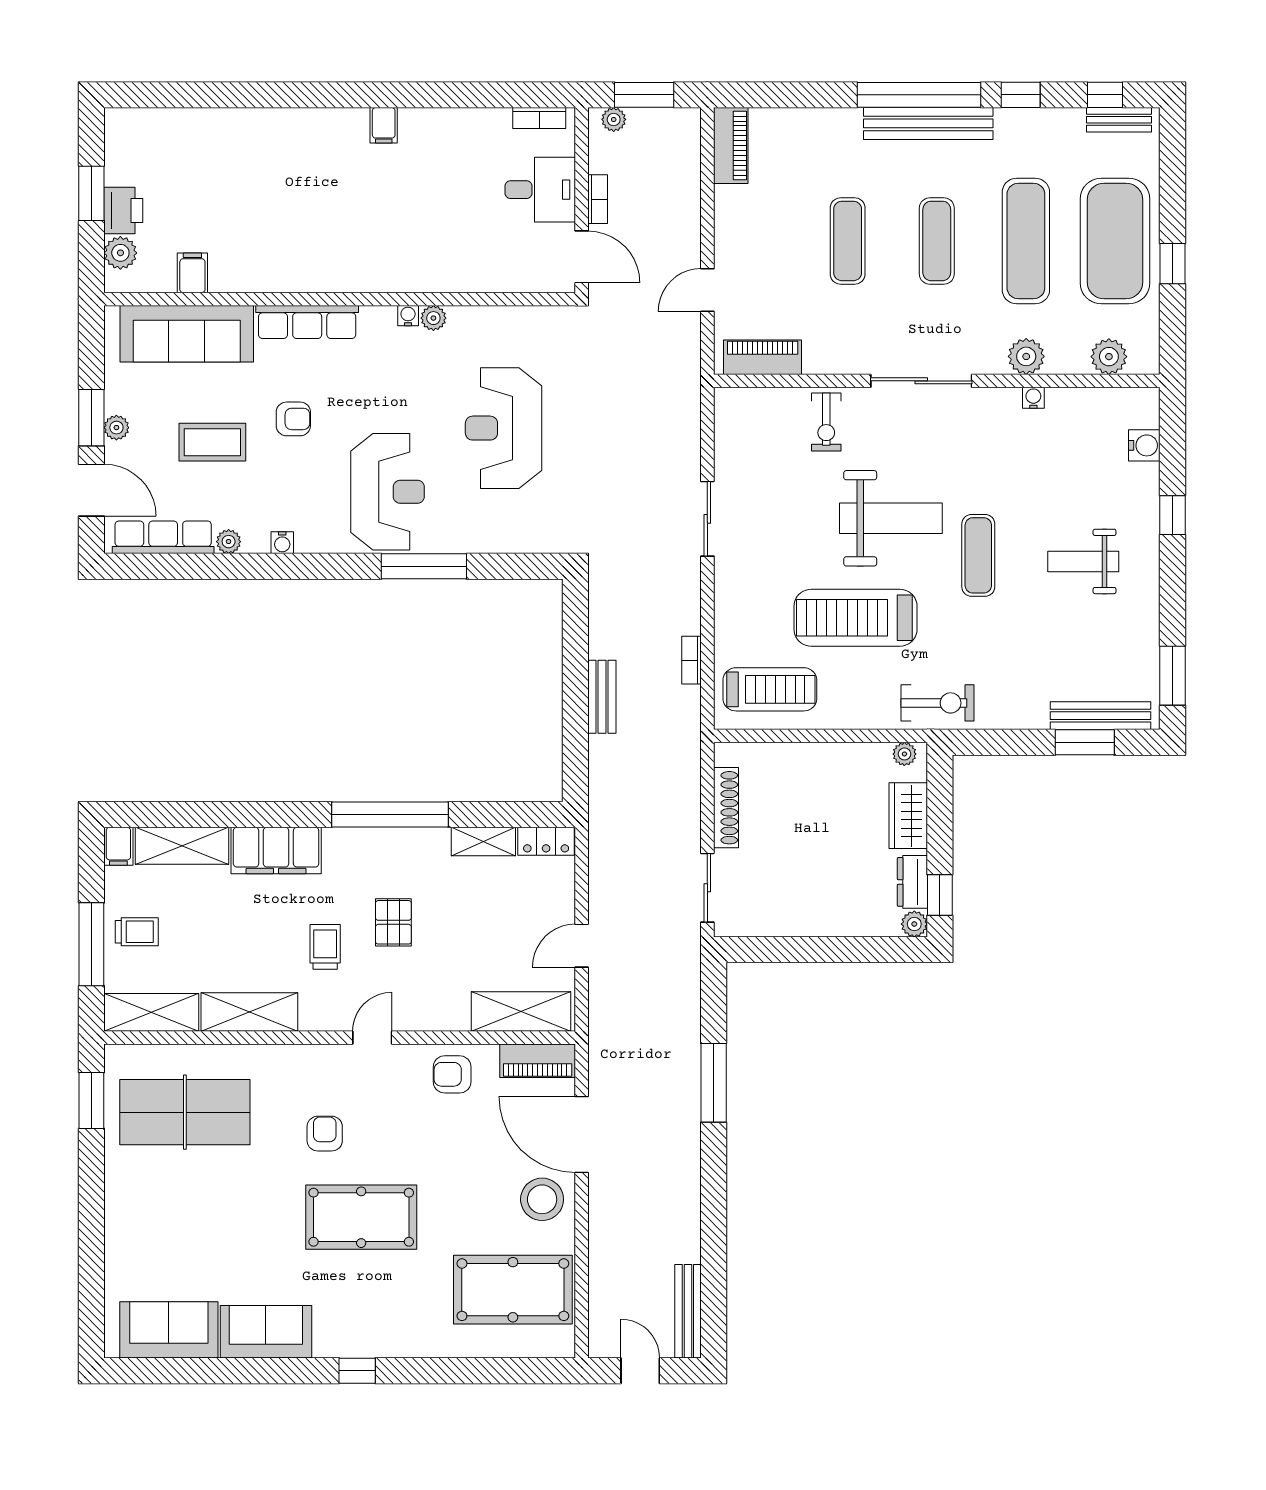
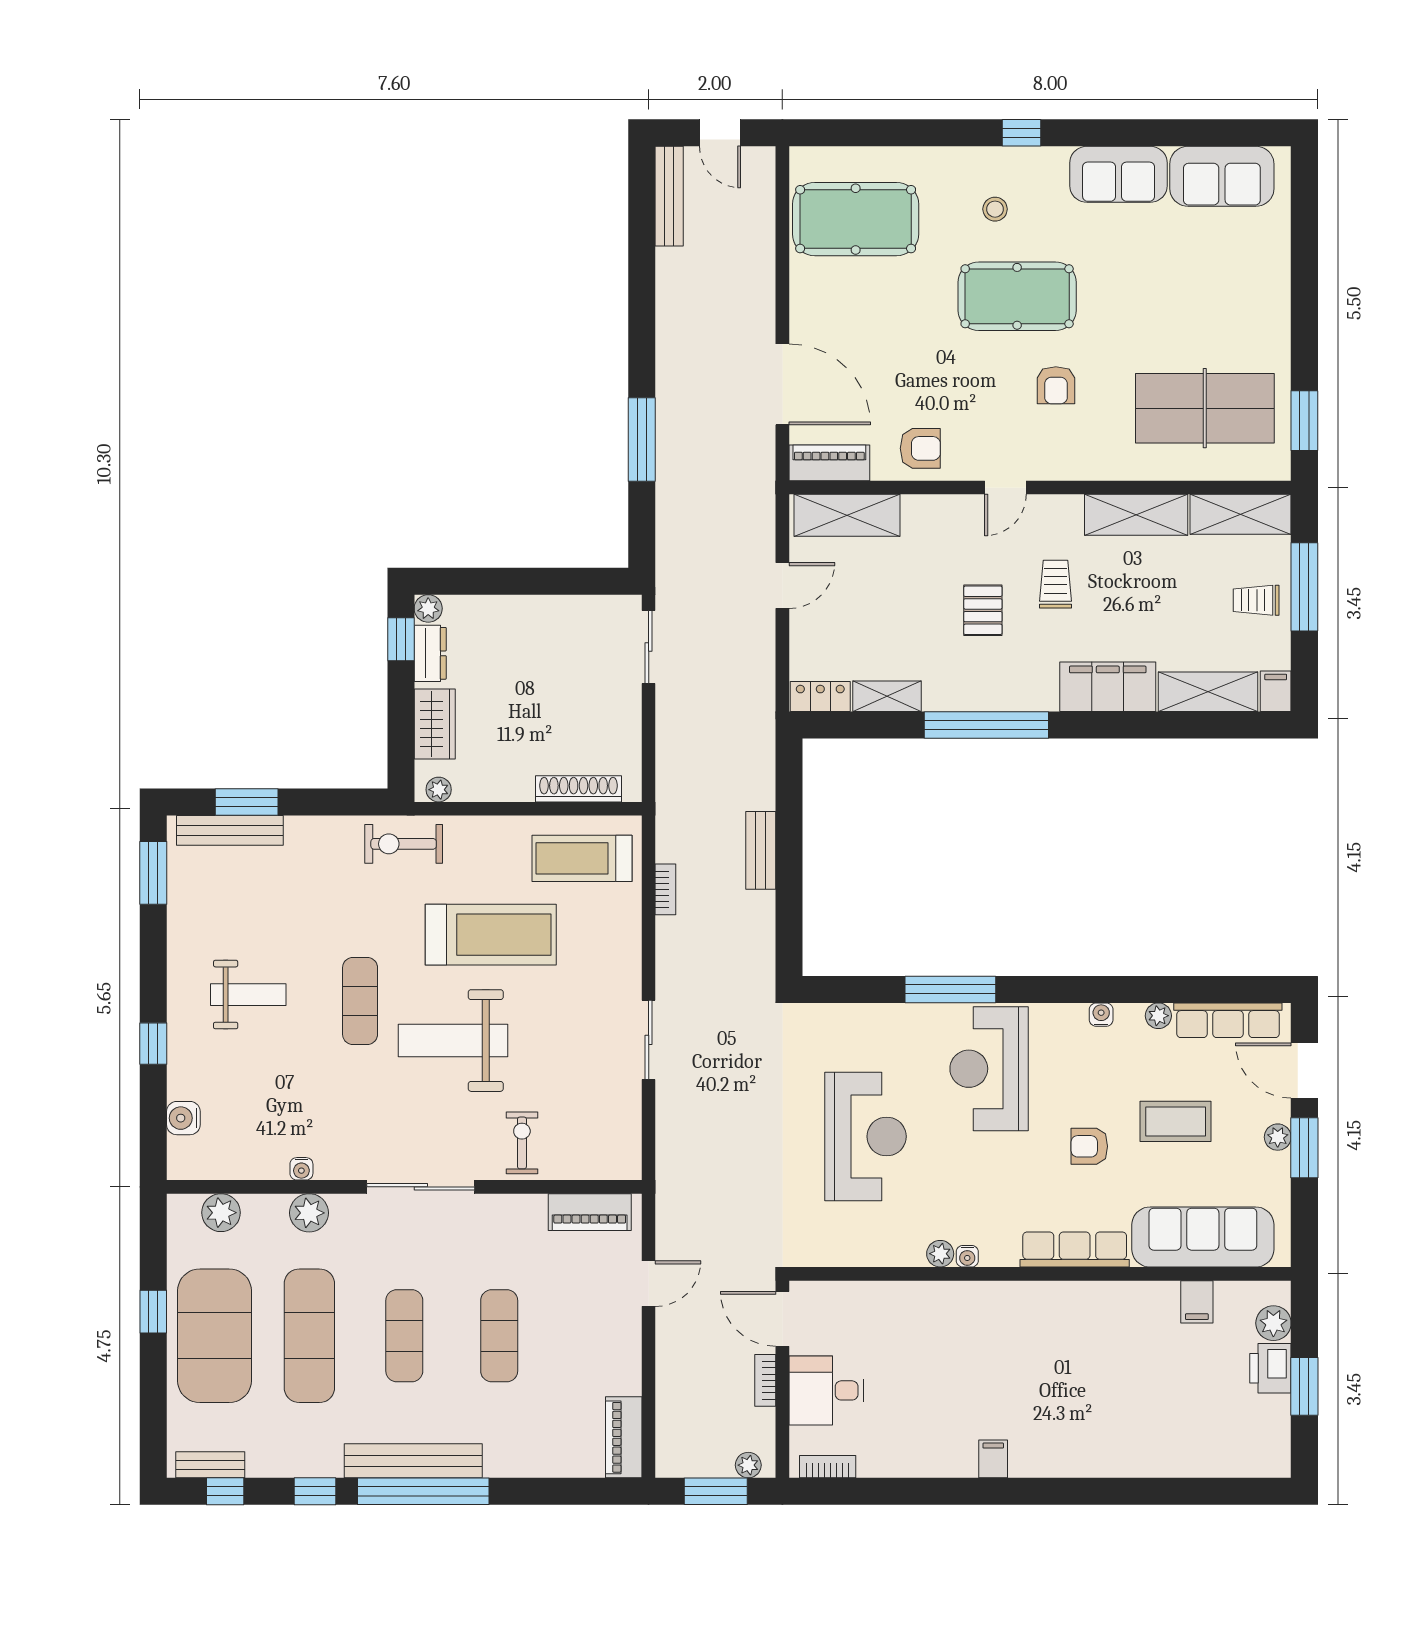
shoe rack: (726, 808) -> (579, 789), moved, turned 90
trolley: (325, 947) -> (1056, 584), turned 180
stool: (542, 1199) -> (995, 209), moved, width x0.53, depth x0.53

